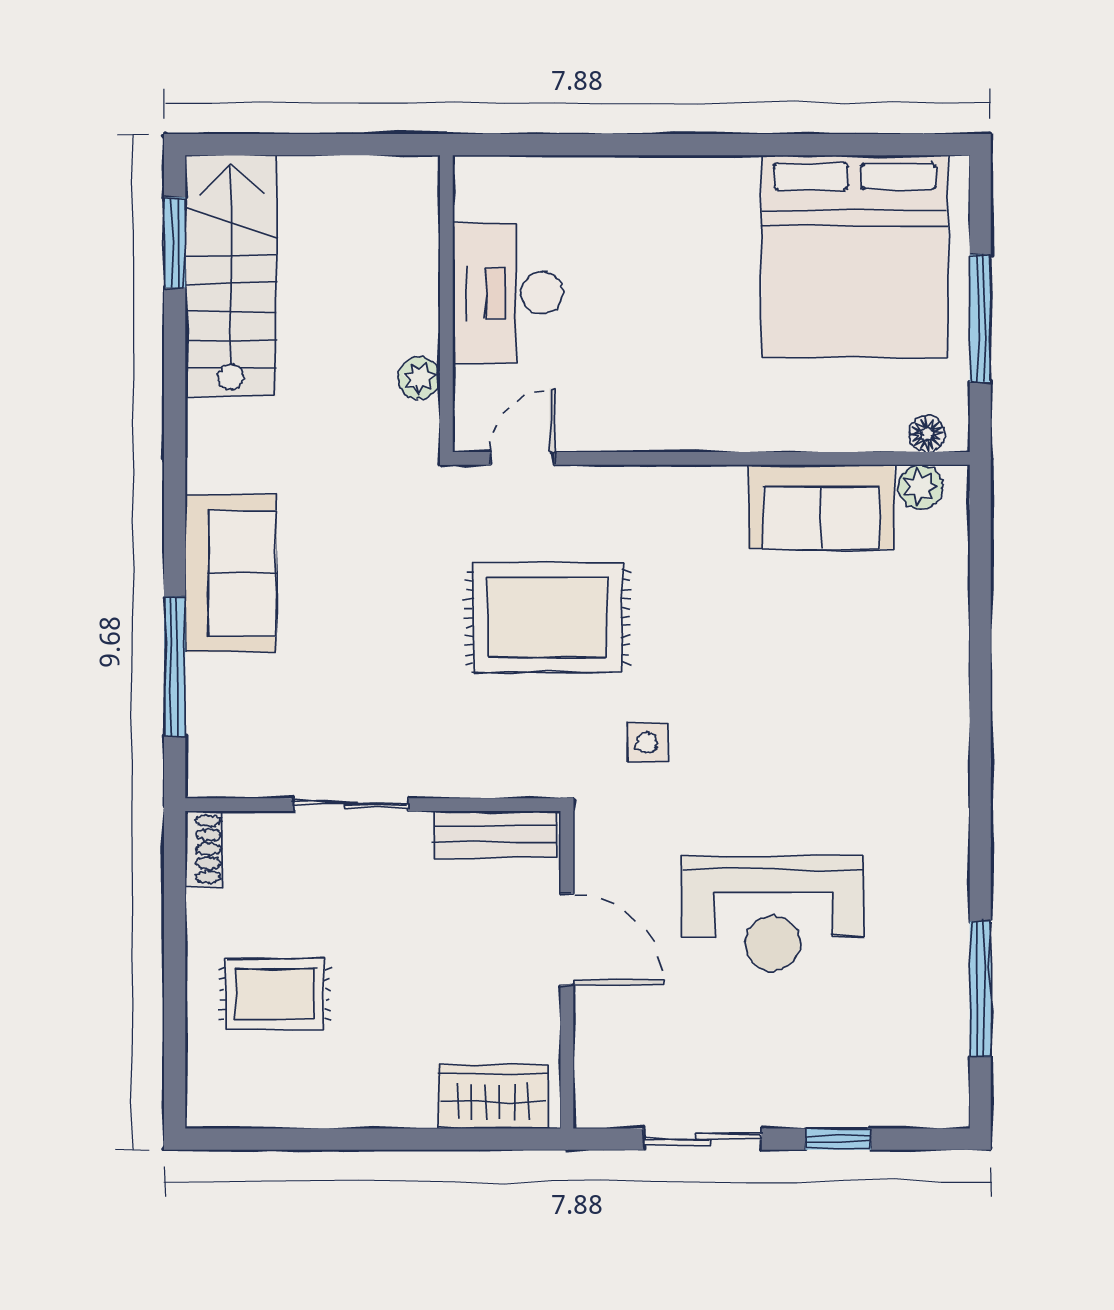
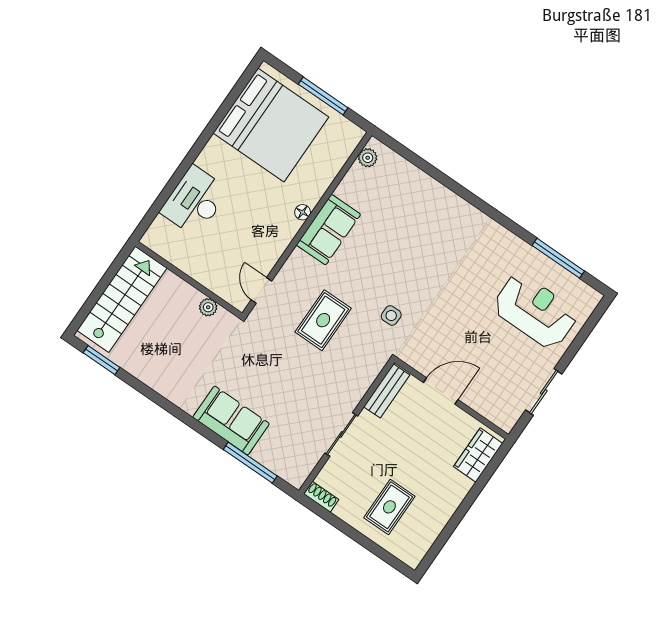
stairs: (231, 276) -> (122, 299), moved, turned 90
desk: (508, 293) -> (195, 201), moved, turned 90
floor lamp: (927, 434) -> (303, 212), moved
sofa: (821, 507) -> (328, 230), moved
rug: (547, 617) -> (323, 320), width x0.73, depth x0.70
reception desk: (773, 913) -> (535, 311), moved, turned -90
window: (838, 1139) -> (577, 344), removed

